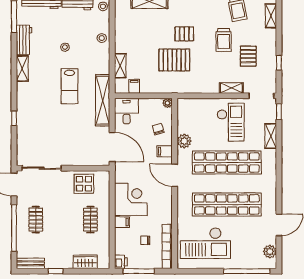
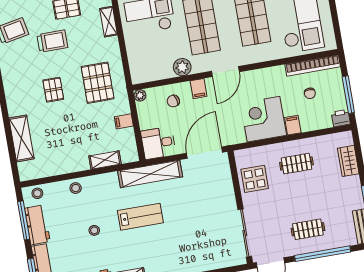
pallet: (174, 60) -> (98, 83), moved
filing cabinet: (134, 86) -> (124, 121), moved

